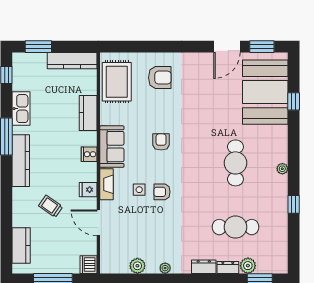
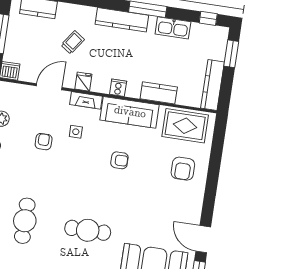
sofa: (112, 147) -> (130, 112), width x1.36
armchair: (162, 192) -> (44, 142), moved

